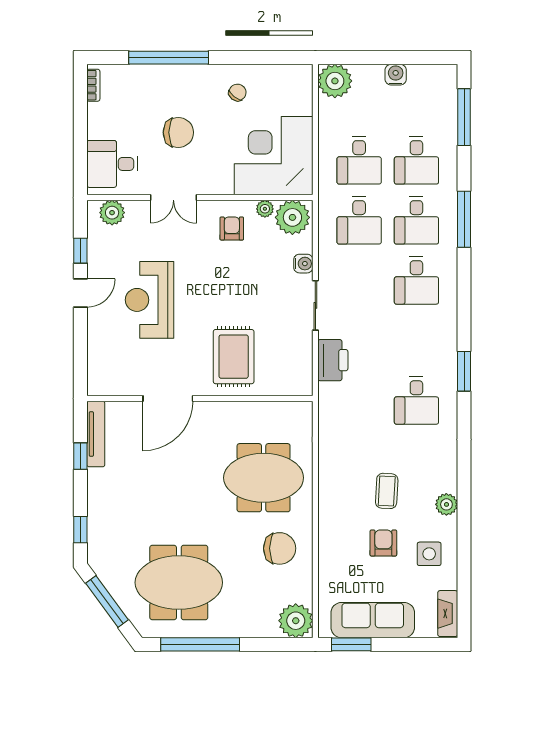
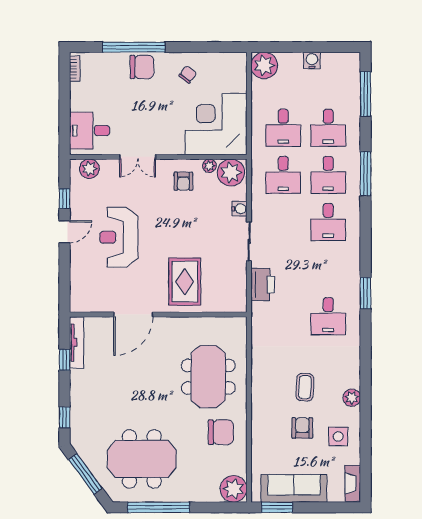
chair: (178, 132) -> (142, 67), moved
armchair: (232, 229) -> (183, 181), turned 180
meeting table: (264, 478) -> (208, 377), turned 90

